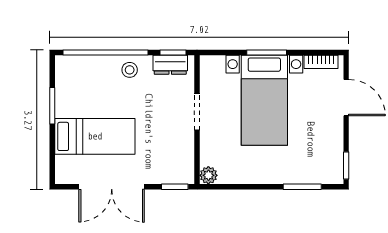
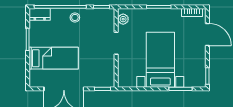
dresser: (170, 65) -> (40, 14), moved
bed with nightstands: (264, 100) -> (160, 60), moved, turned 180
plant: (208, 175) -> (123, 19), moved

